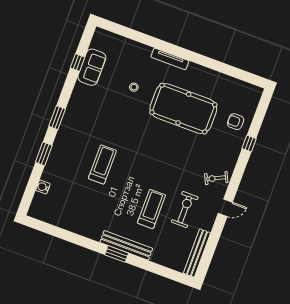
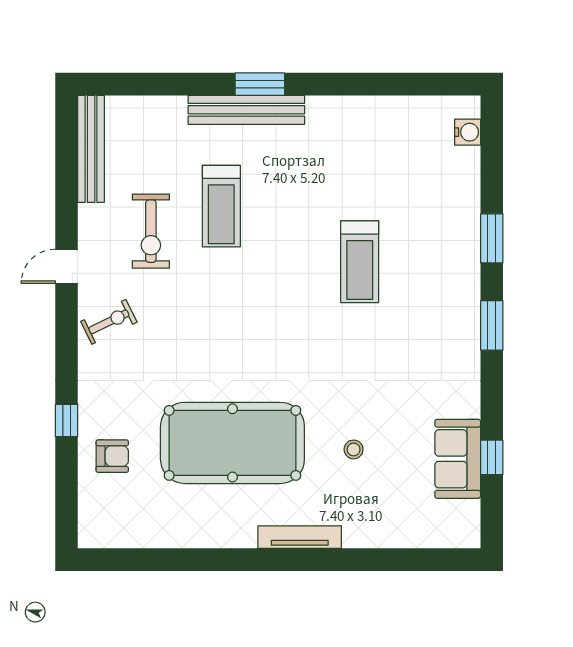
water cooler: (43, 187) -> (468, 132), moved

